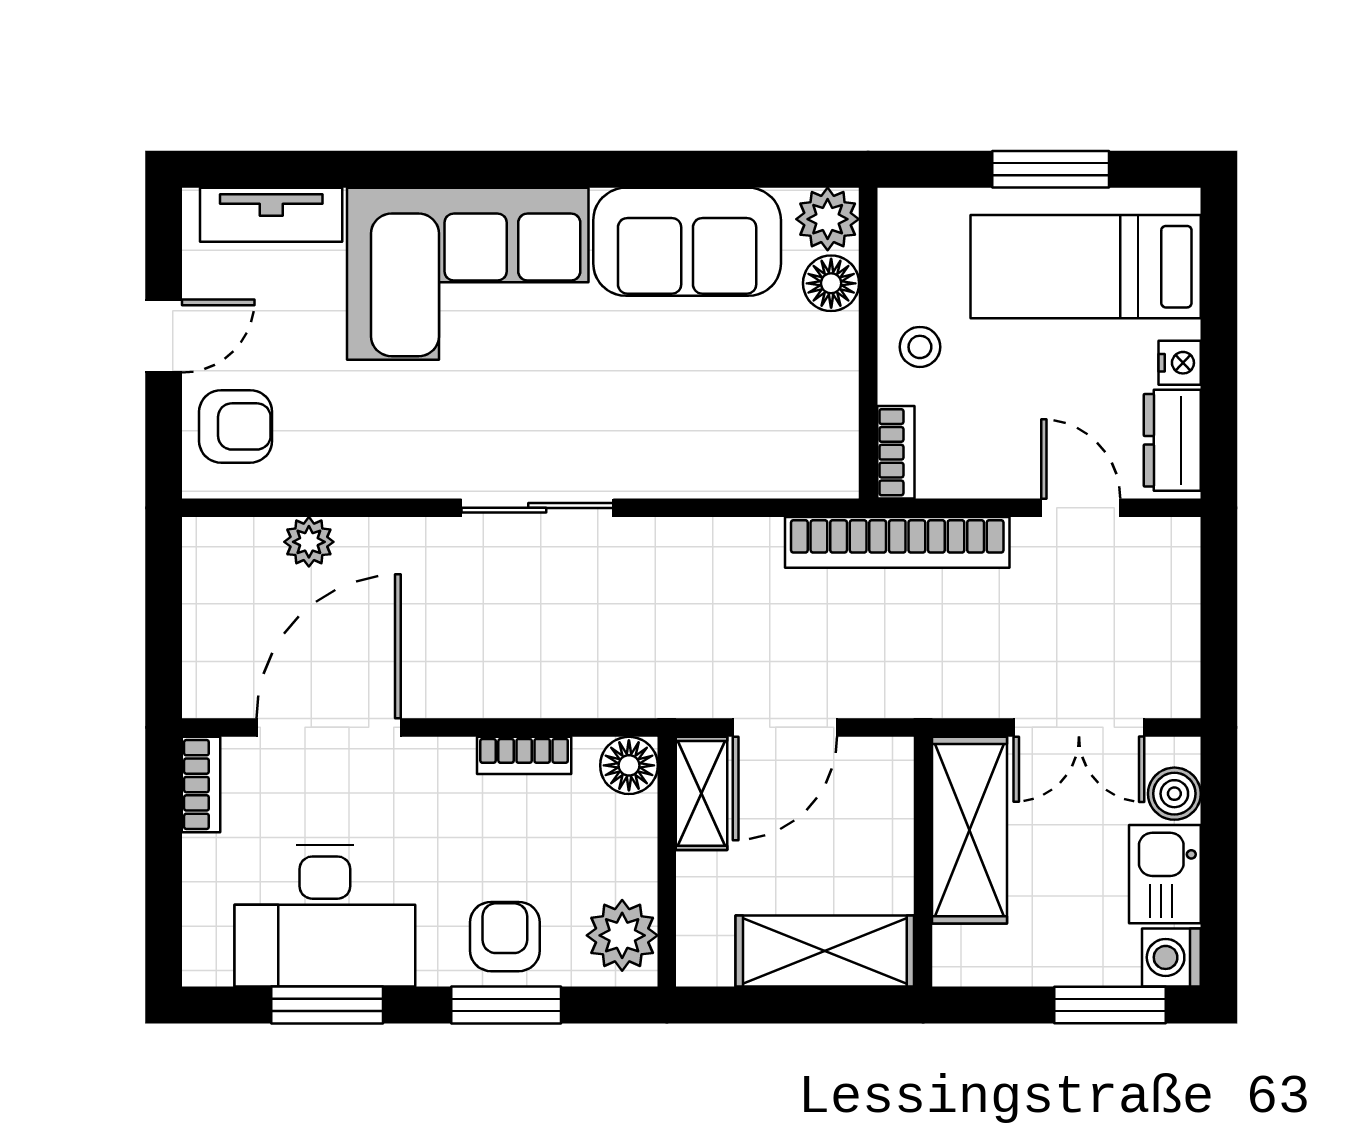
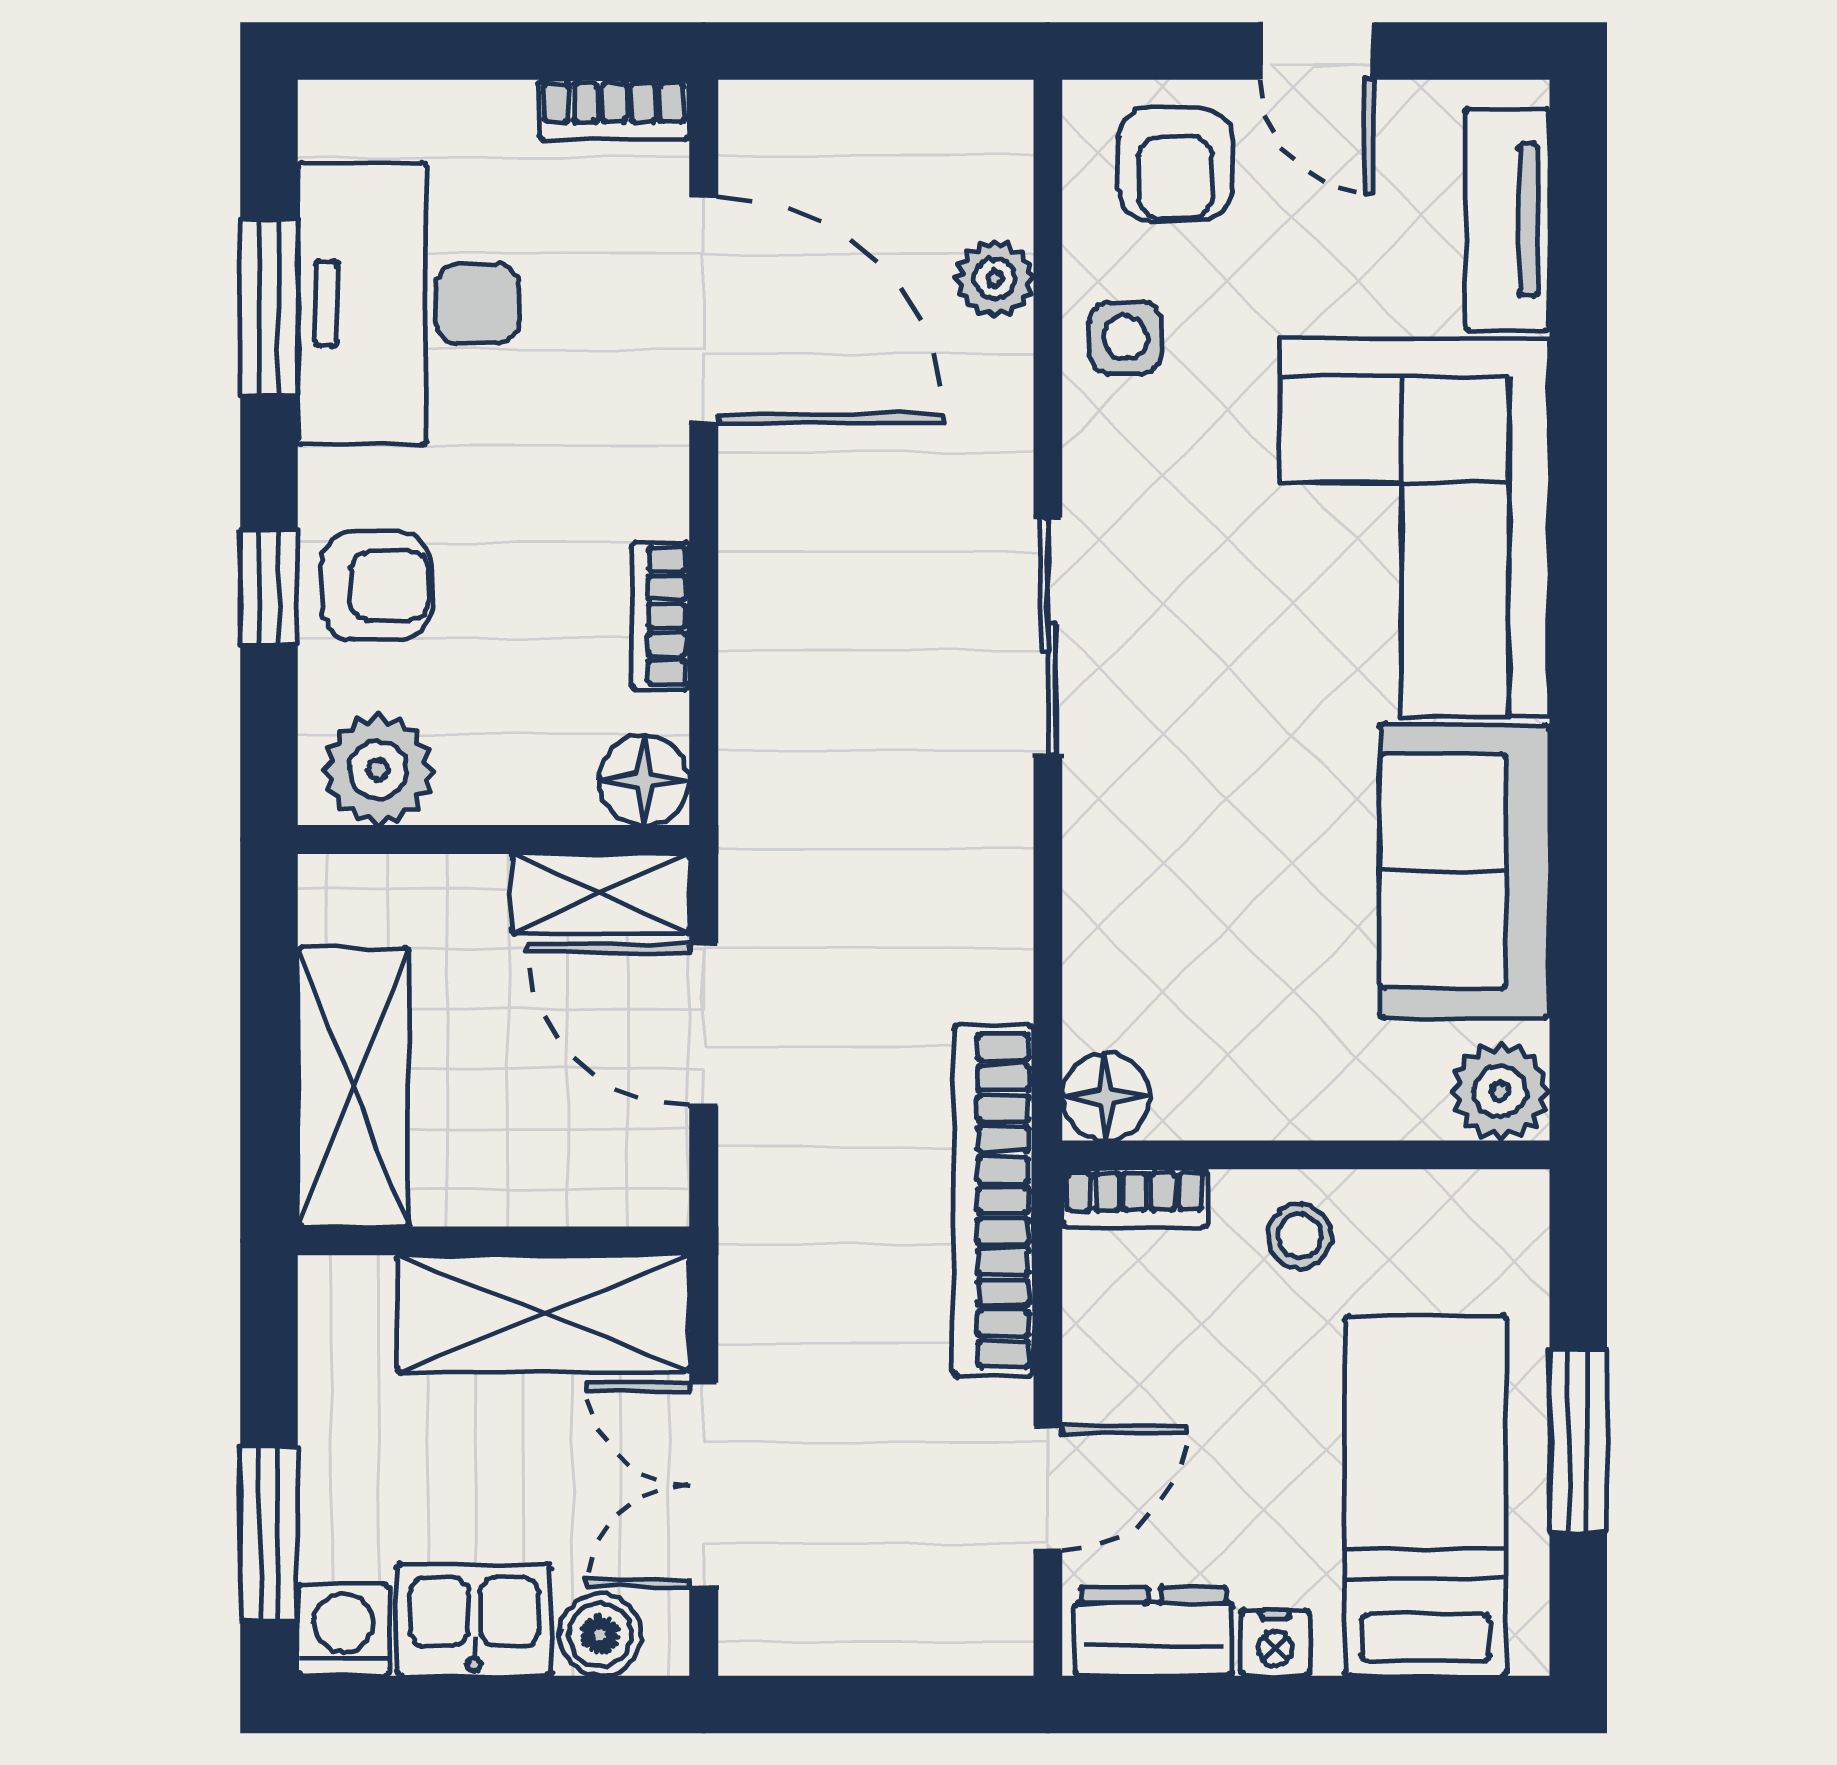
floor lamp: (831, 283) -> (1106, 1097), moved
side table: (346, 459) -> (1125, 338), added
window: (506, 1005) -> (269, 588), width x0.67

